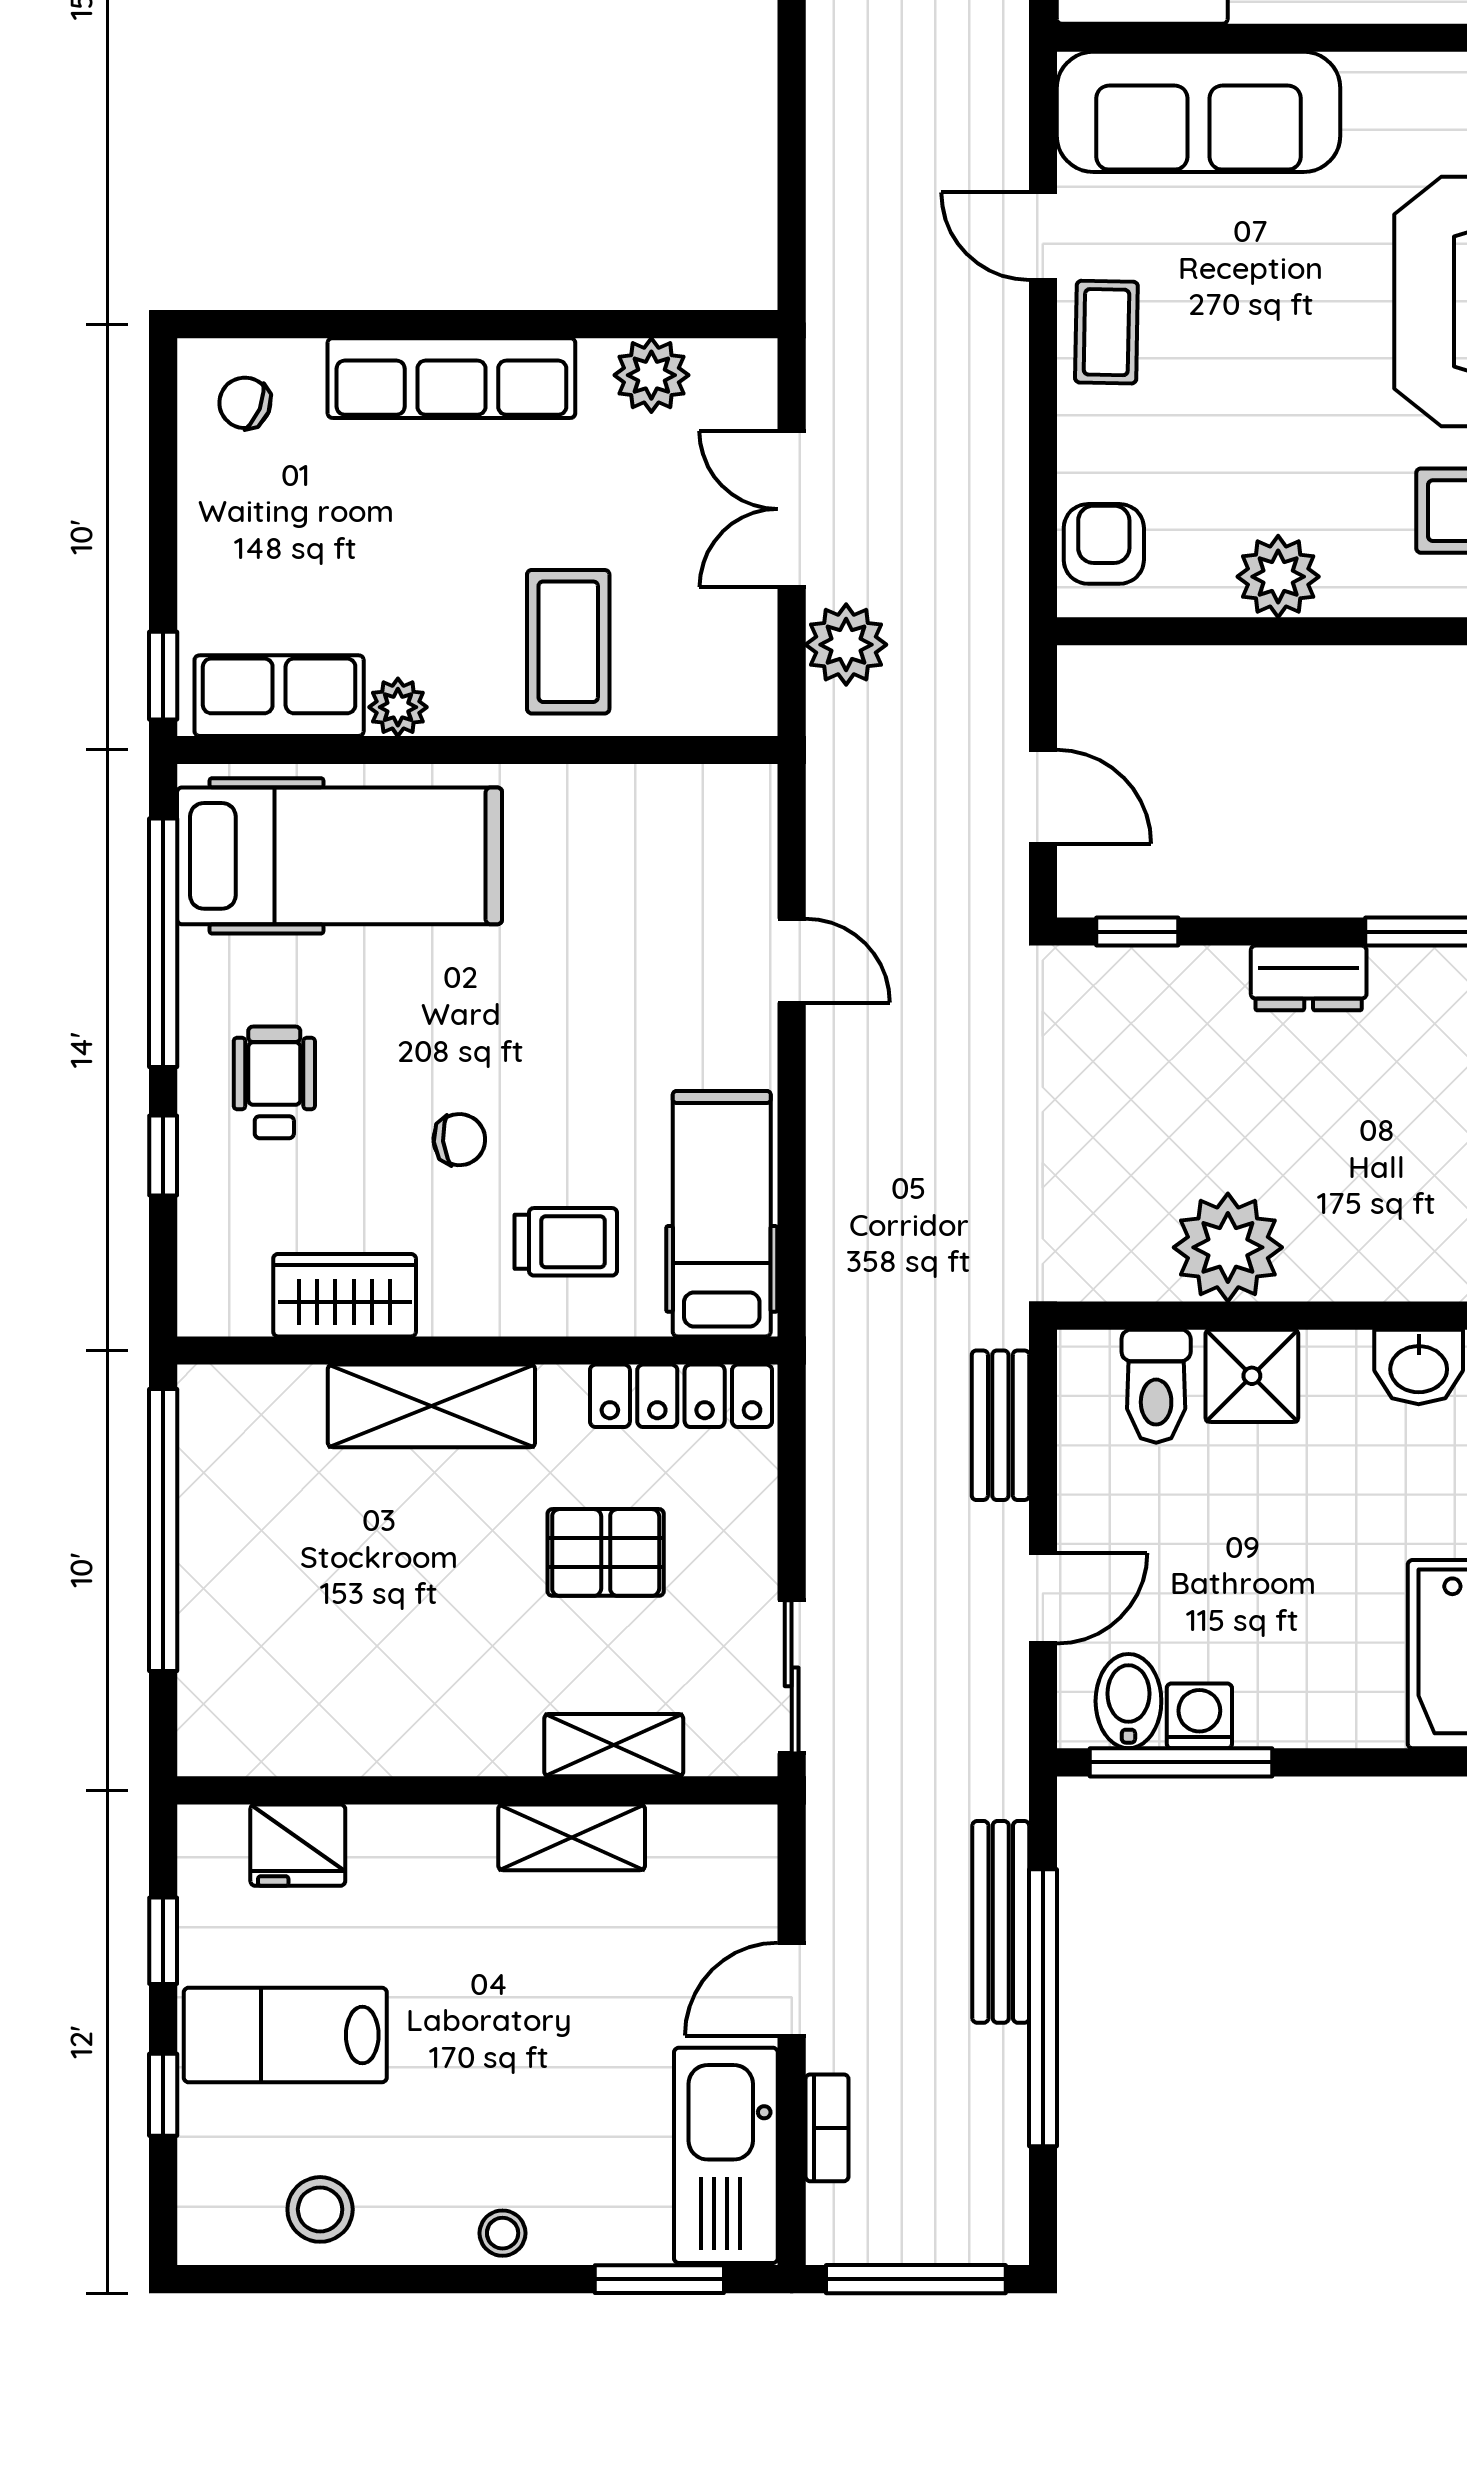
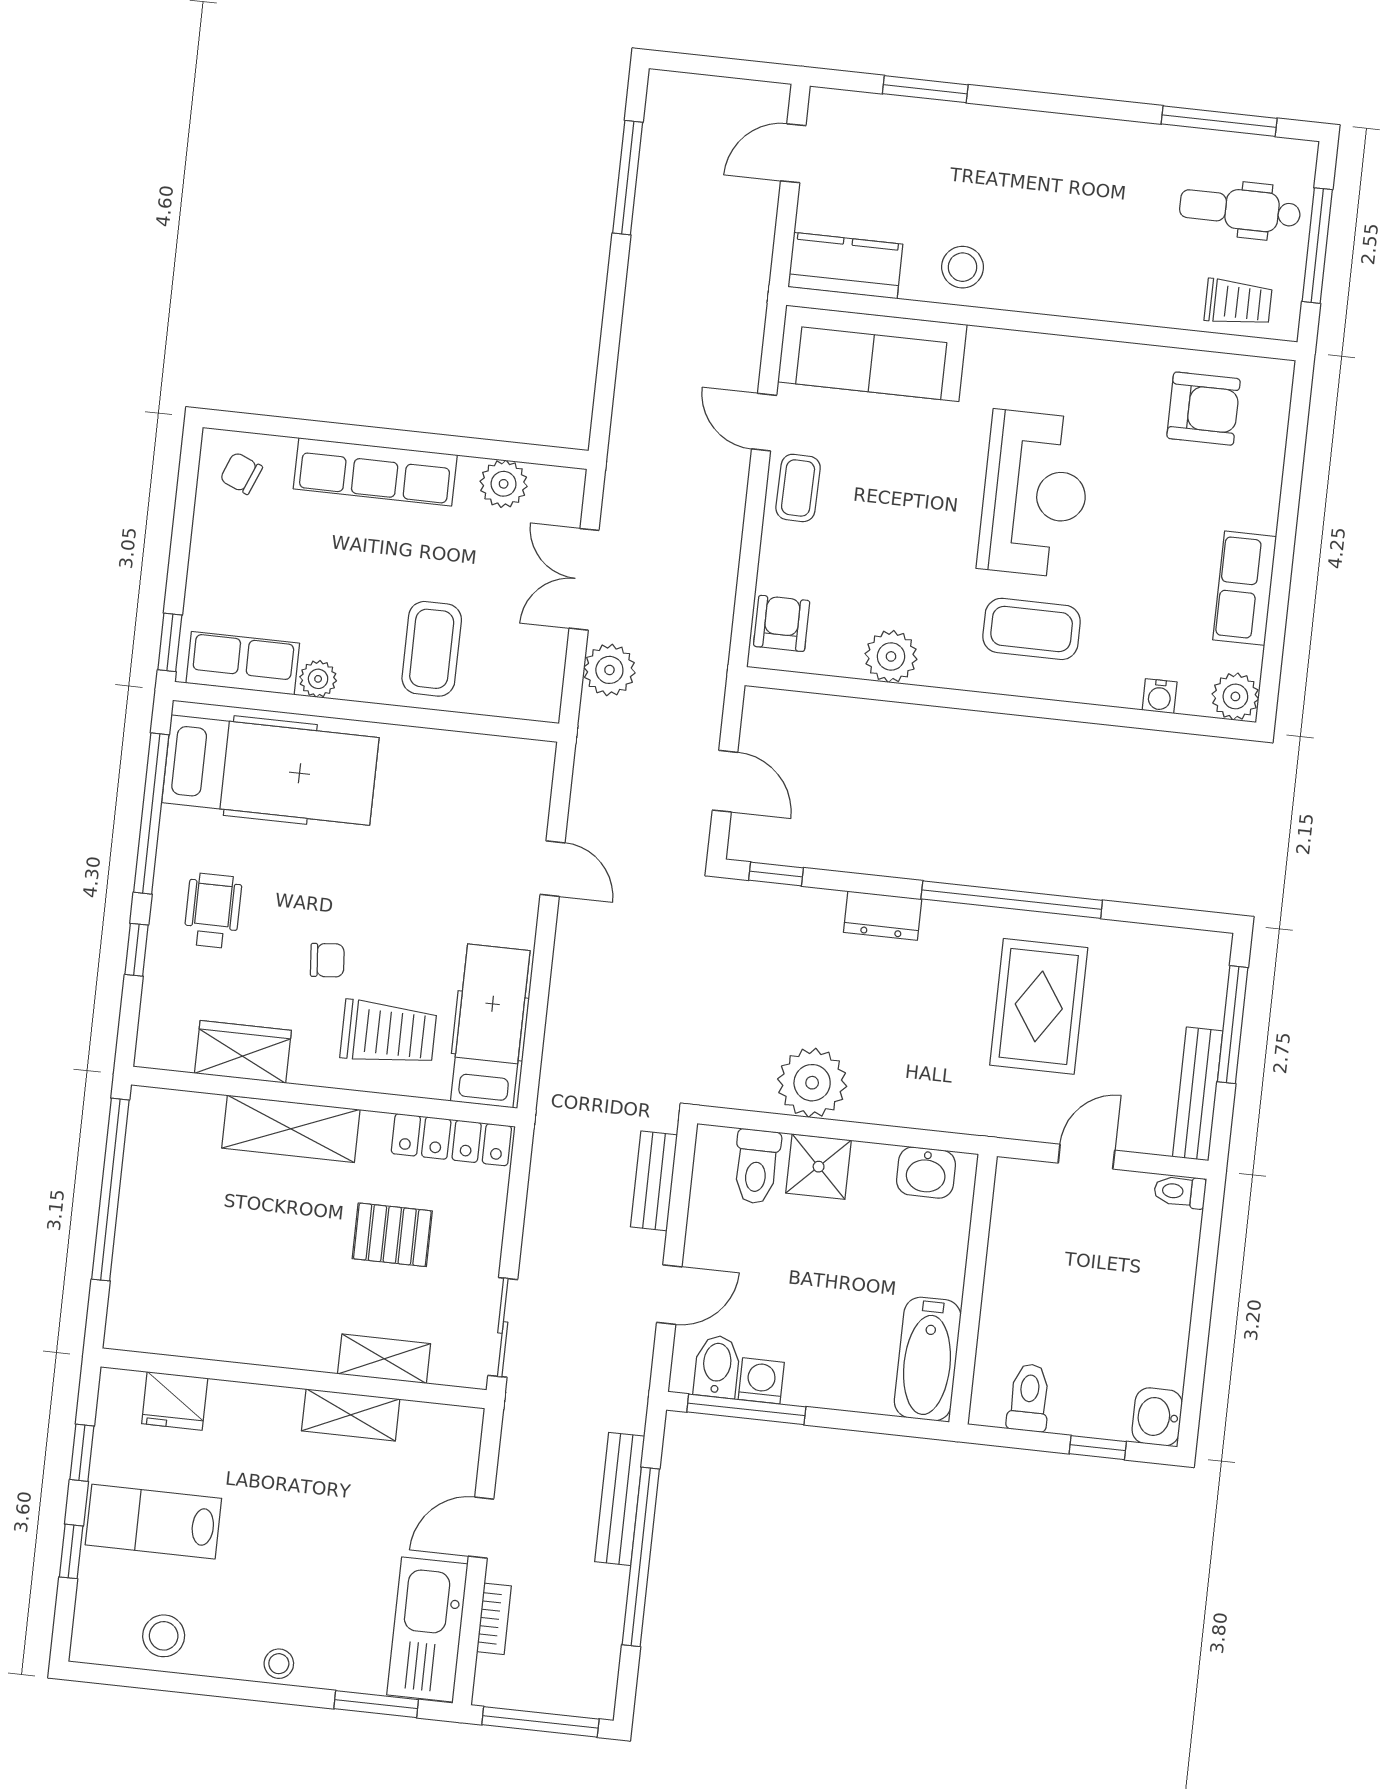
trolley: (566, 1242) -> (388, 1033), width x1.36, depth x1.39

